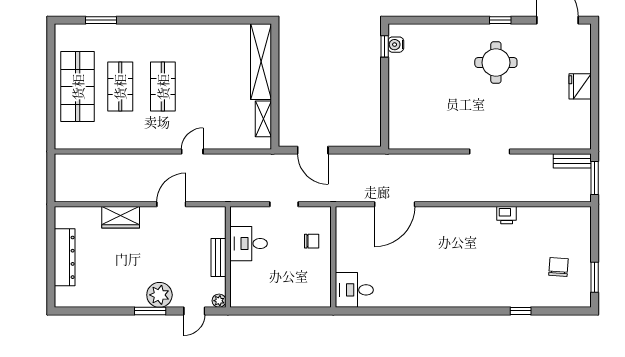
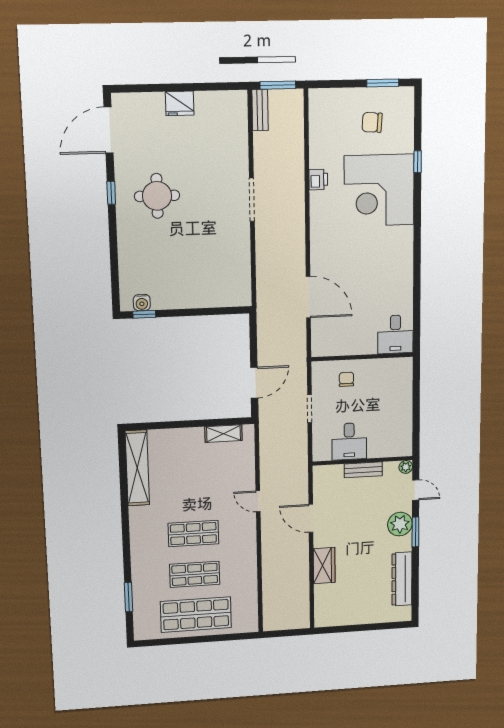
shelving: (261, 62) -> (137, 468), moved, turned 90
dresser: (65, 257) -> (402, 579), moved, turned -90
corner desk: (495, 274) -> (379, 190), added

